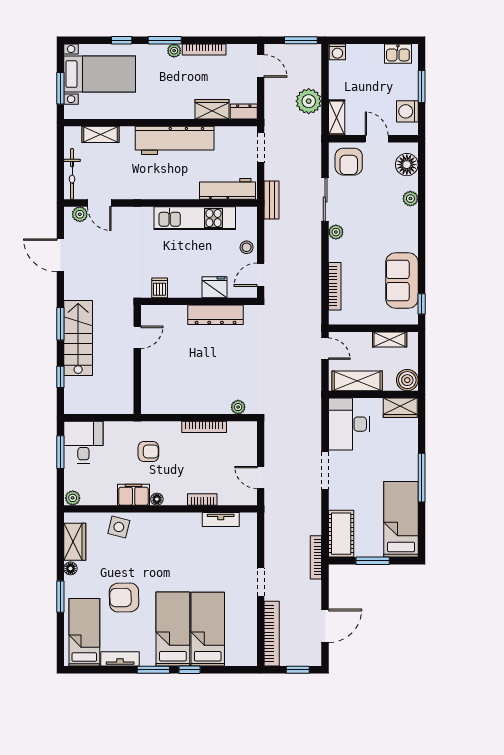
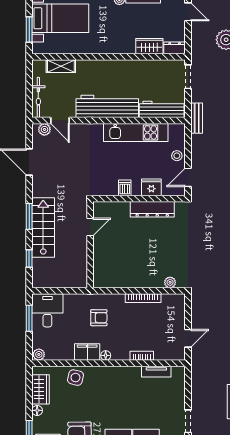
workbench: (175, 140) -> (107, 106), moved, turned 180
dishwasher: (160, 288) -> (125, 188), moved
door: (261, 477) -> (188, 338), swing flipped

